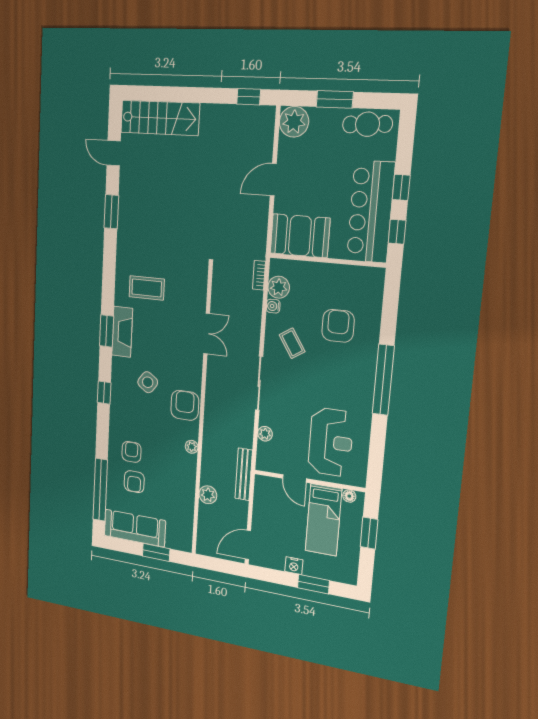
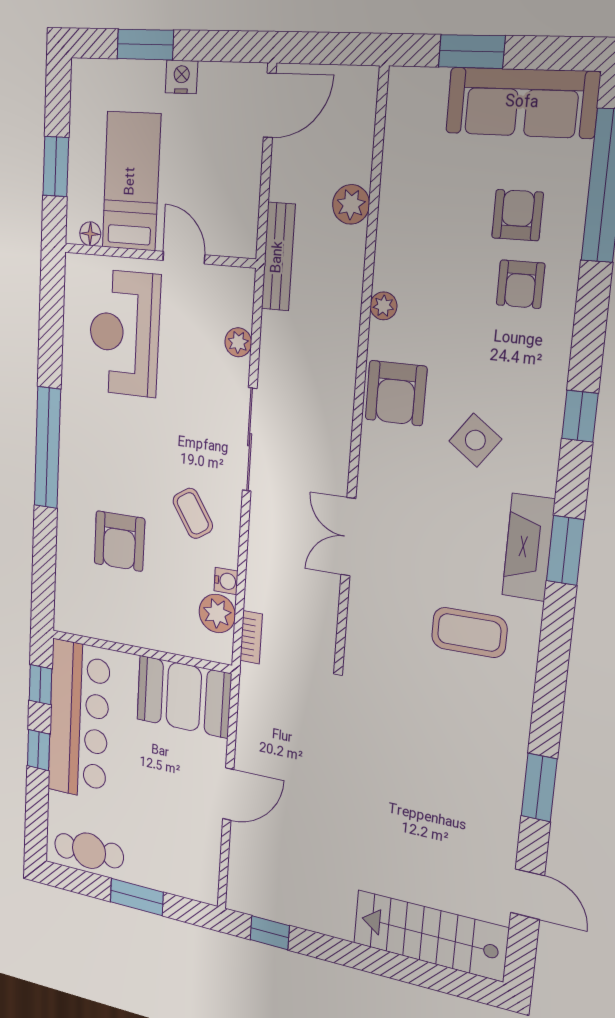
plant: (294, 122) -> (197, 878), removed

